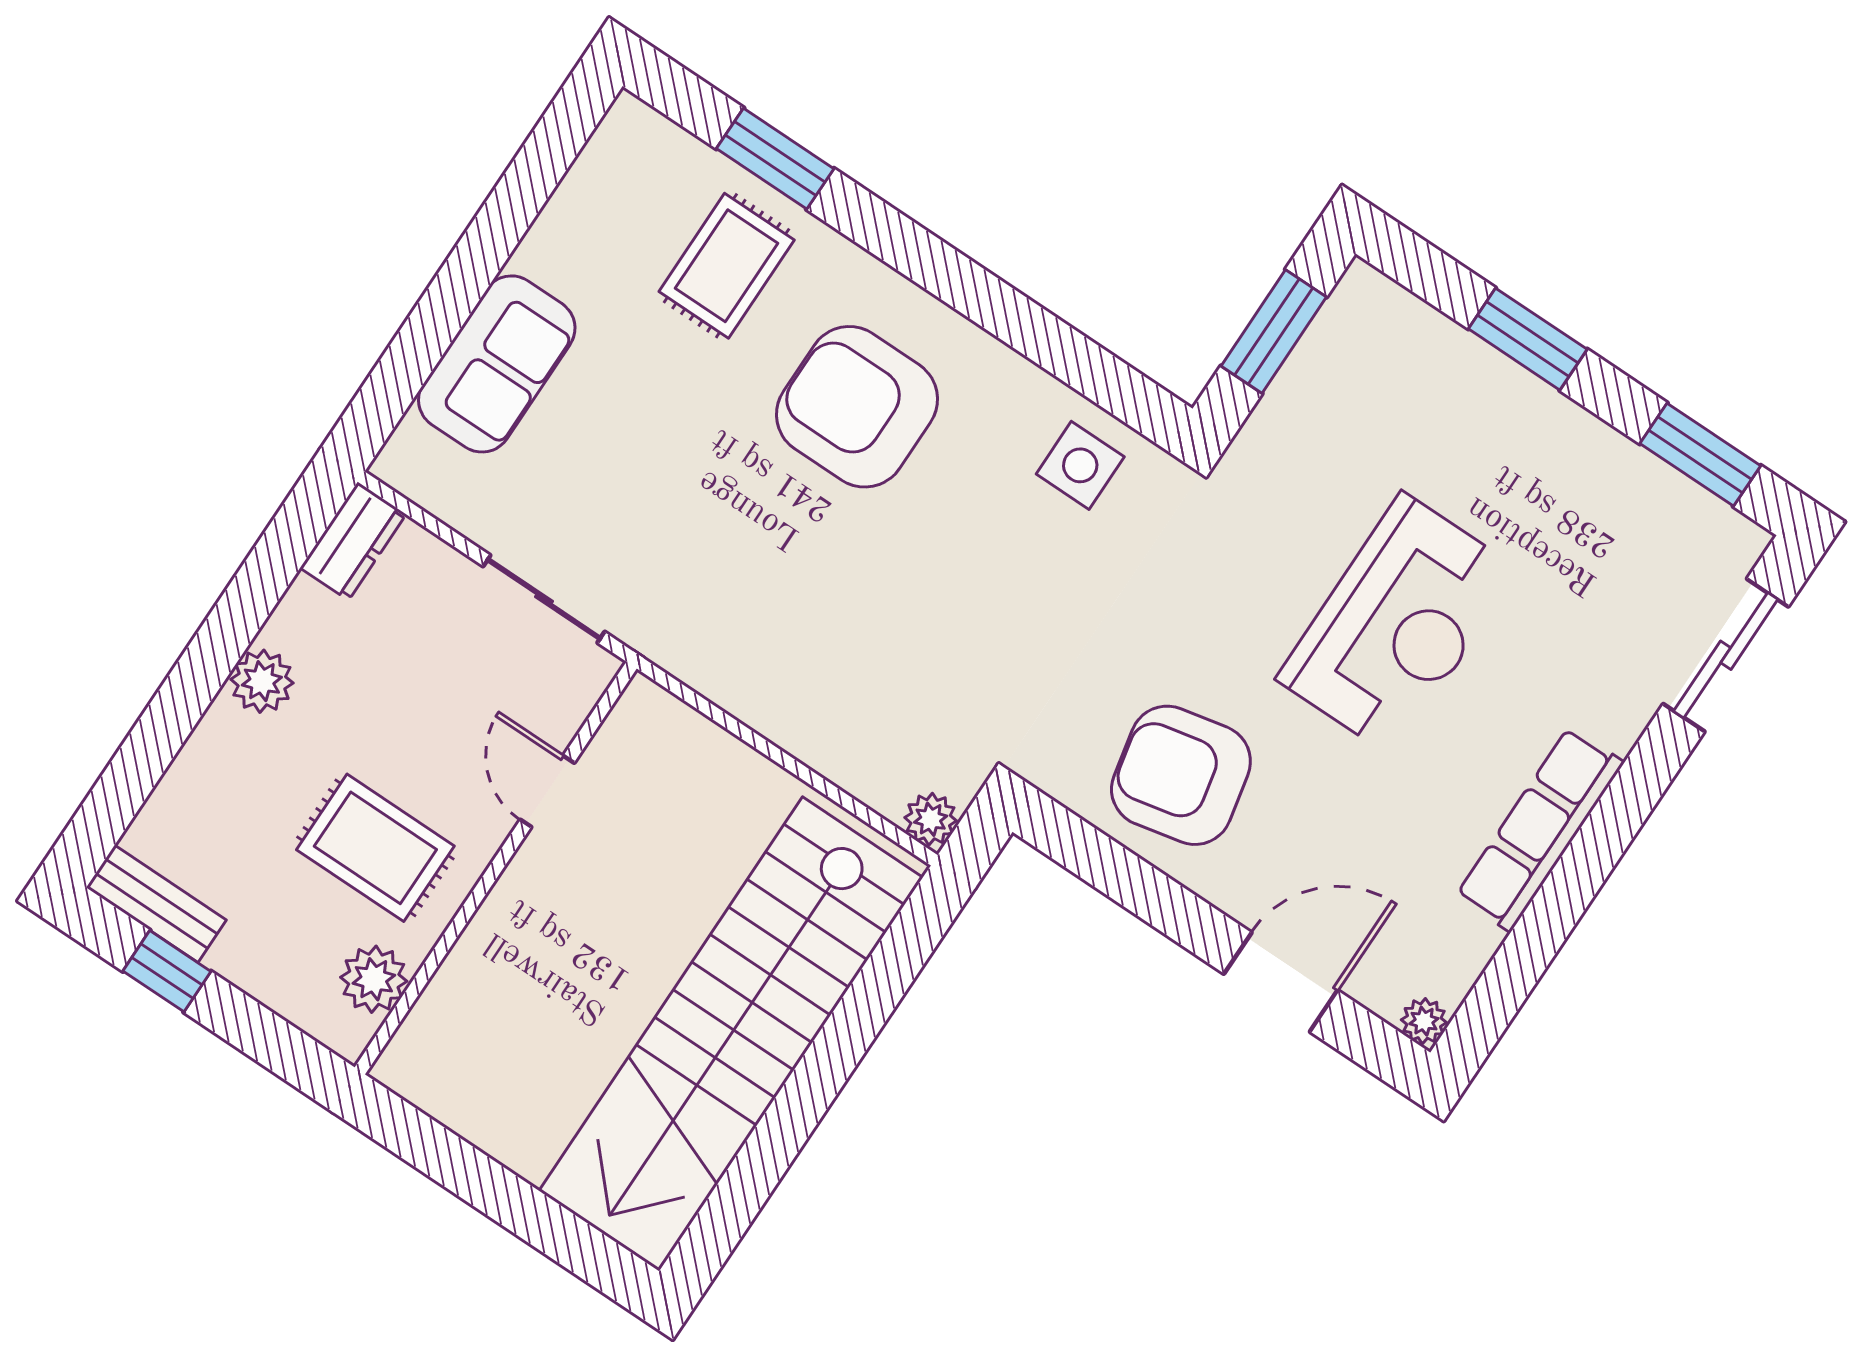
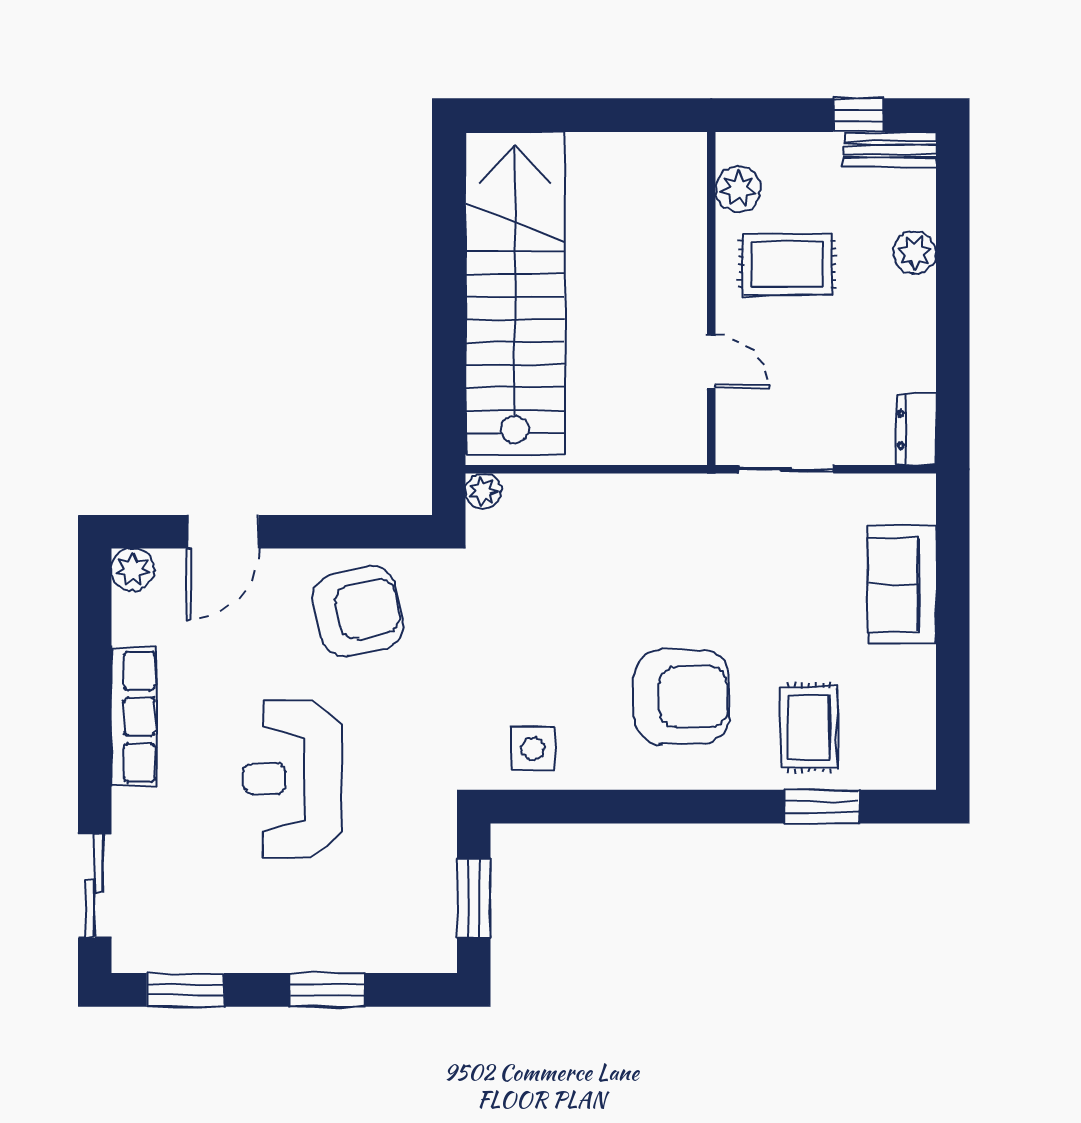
plant: (262, 681) -> (915, 253), moved
plant: (1424, 1021) -> (133, 570), width x1.38, depth x1.38

